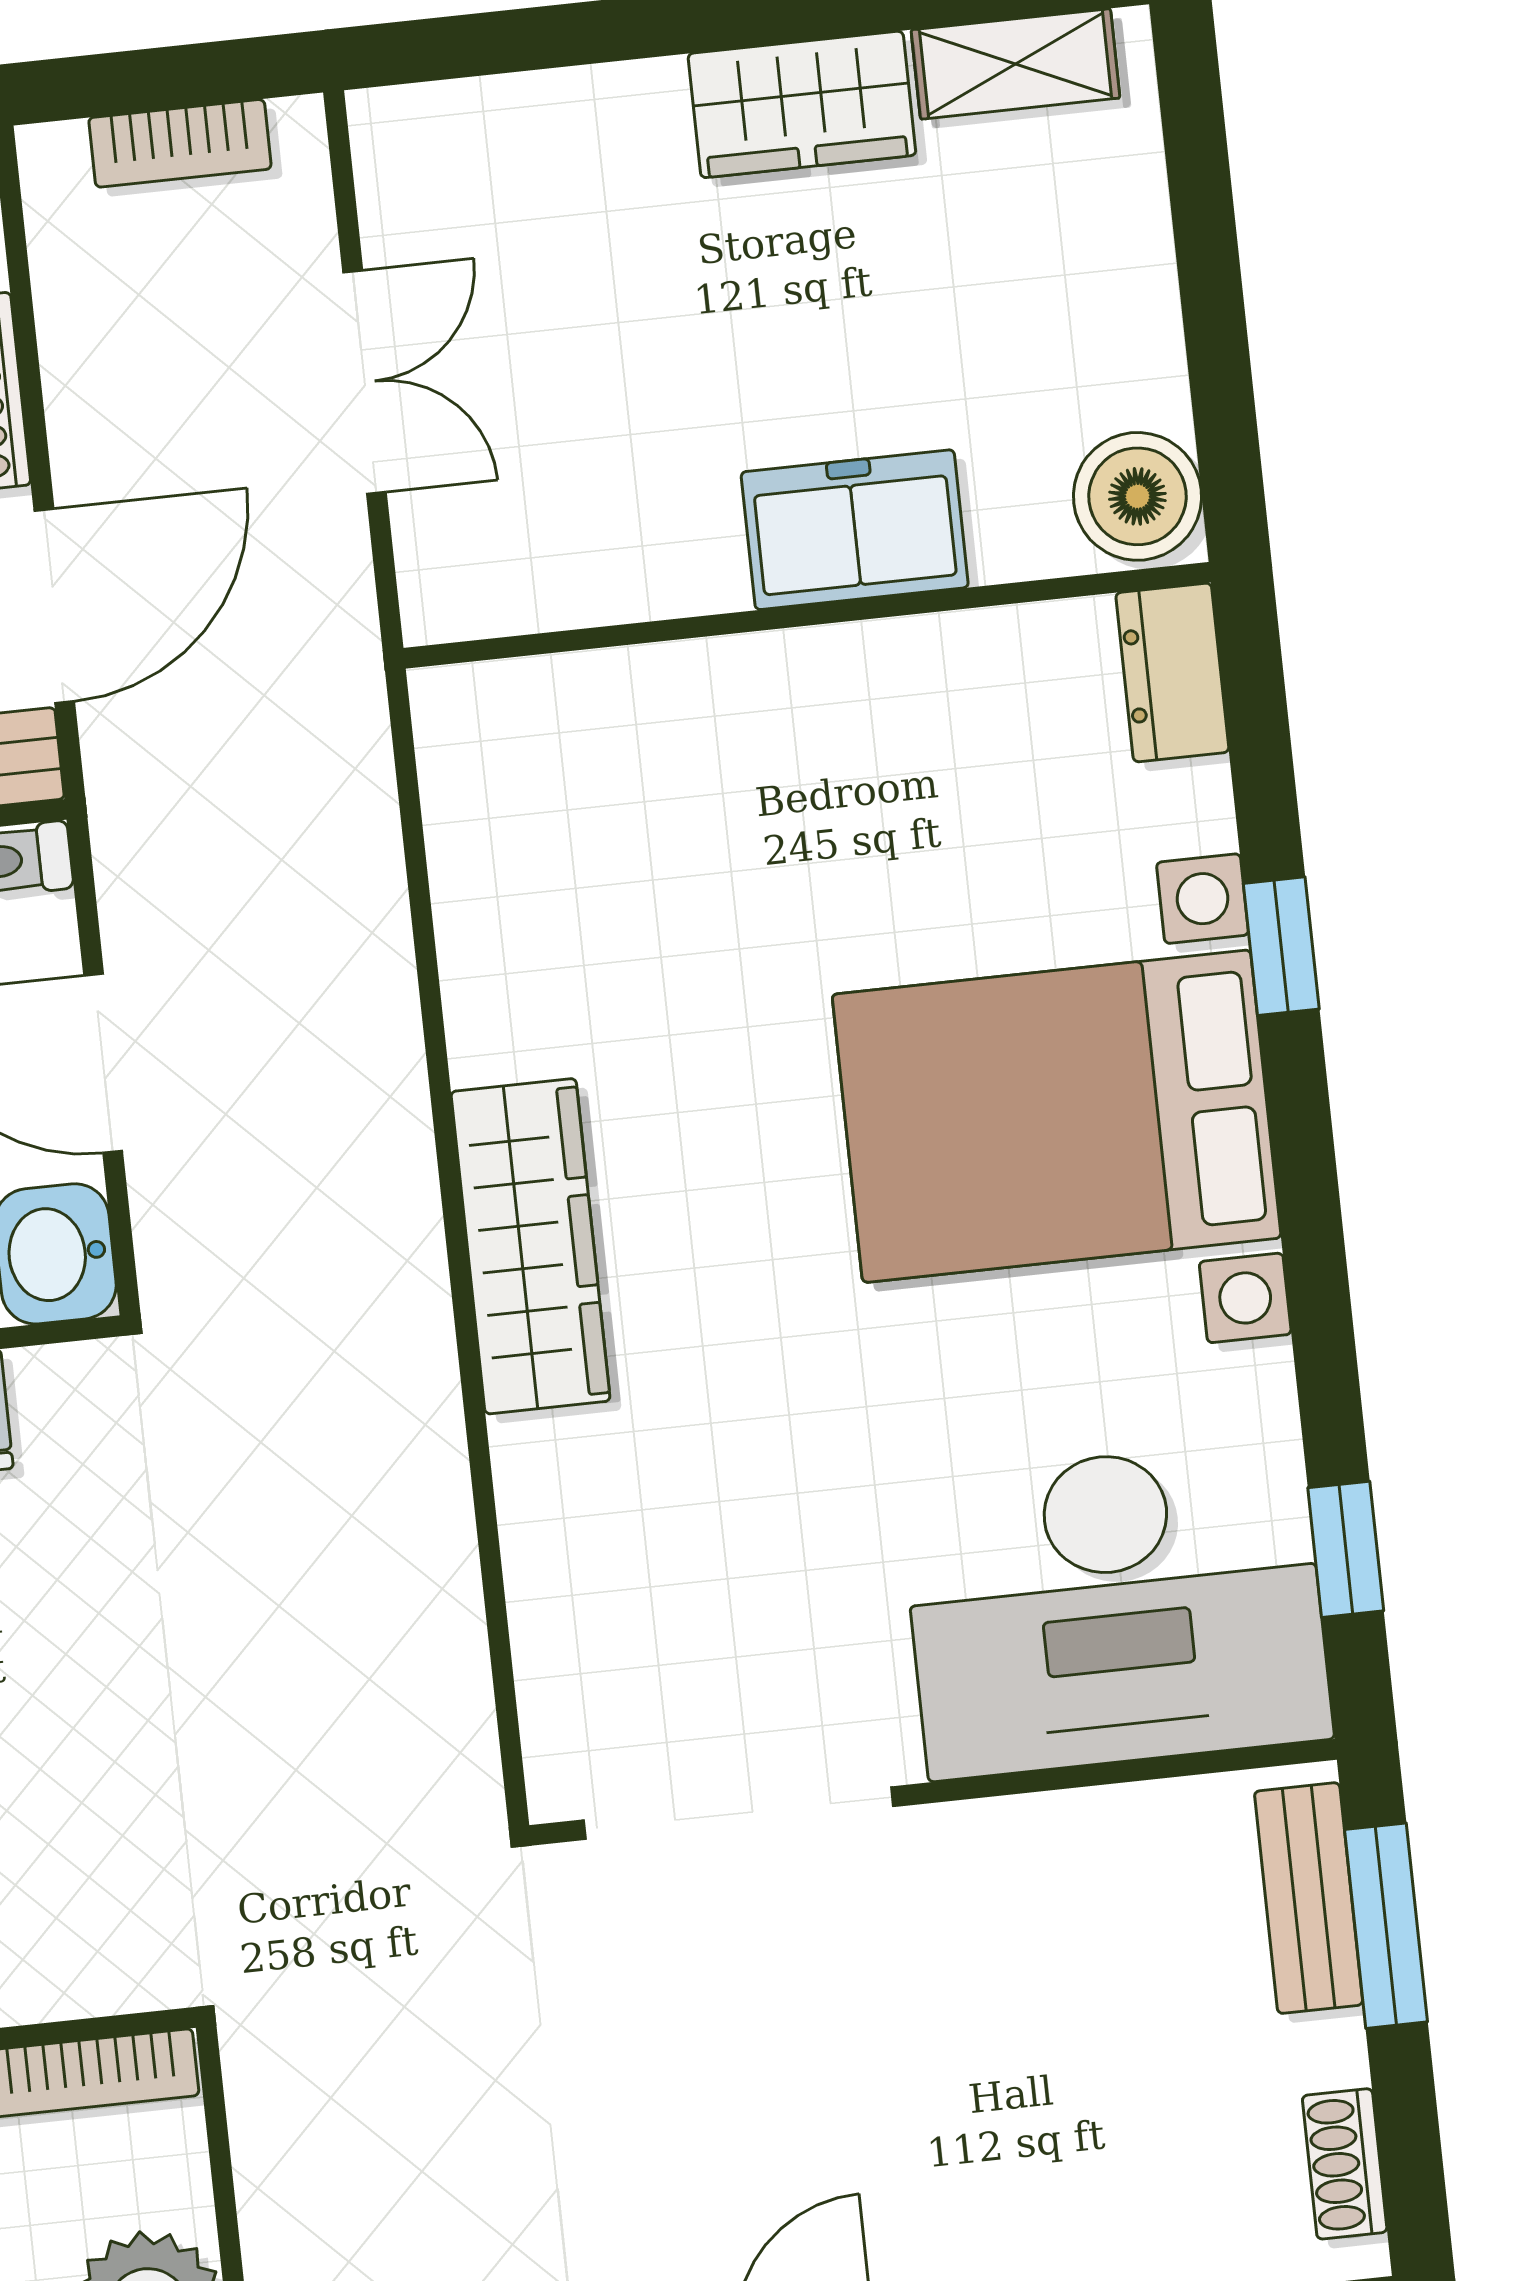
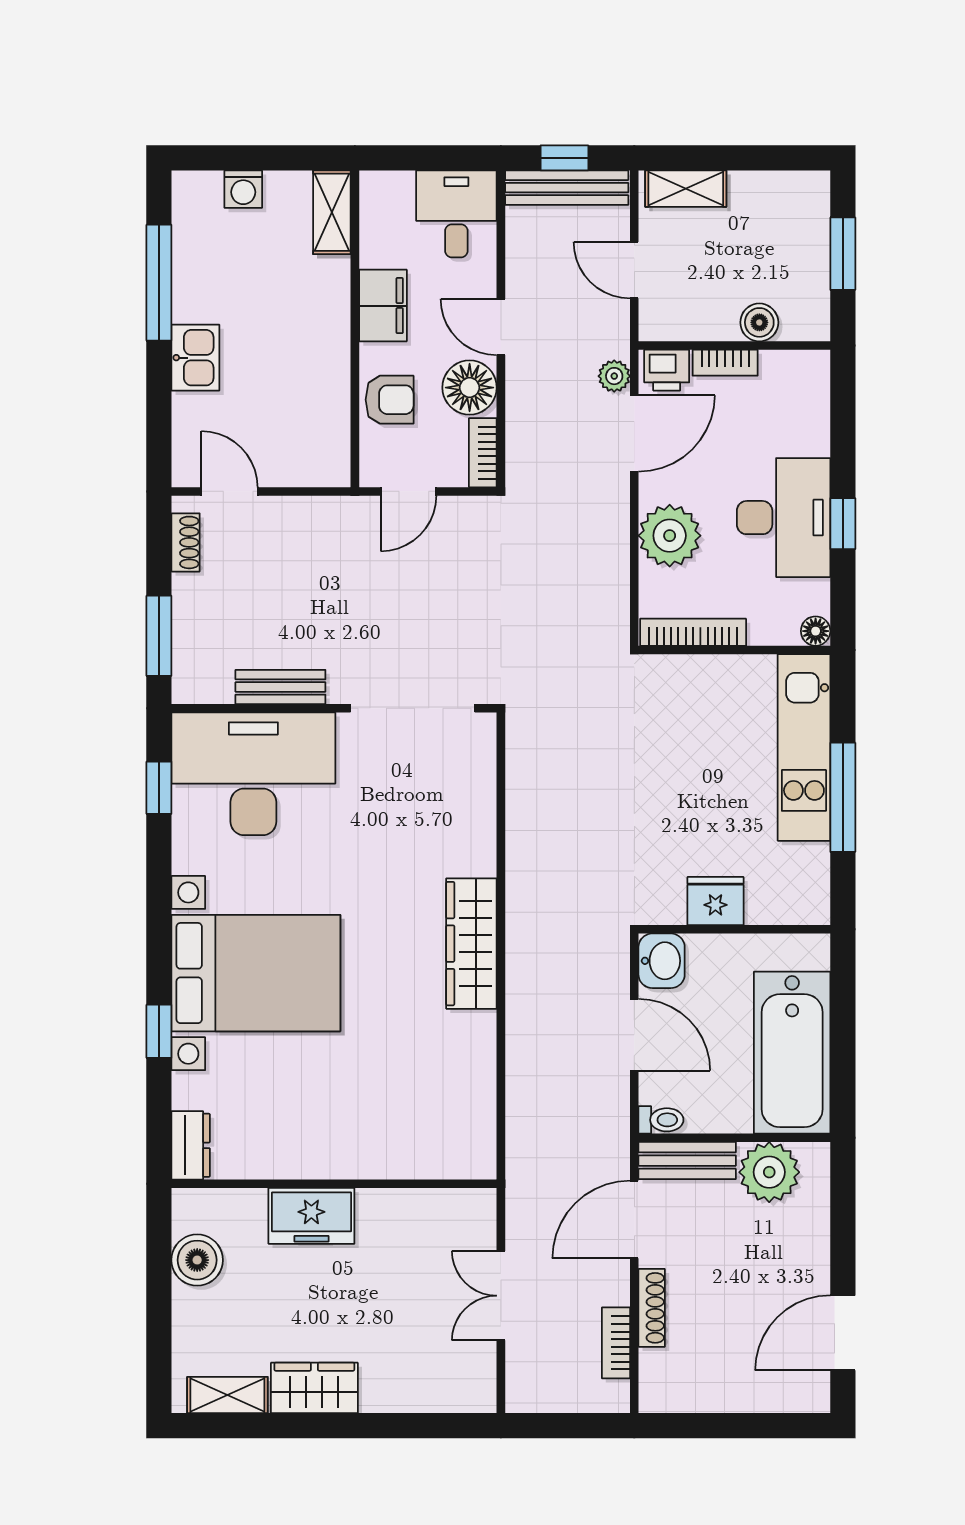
bookcase: (180, 143) -> (616, 1343), moved, turned -90
boiler: (1137, 496) -> (197, 1260), moved
bench: (1309, 1898) -> (280, 687), moved, turned 90

